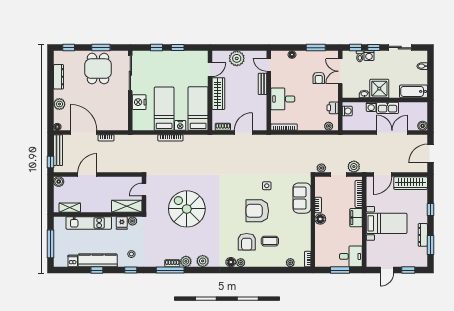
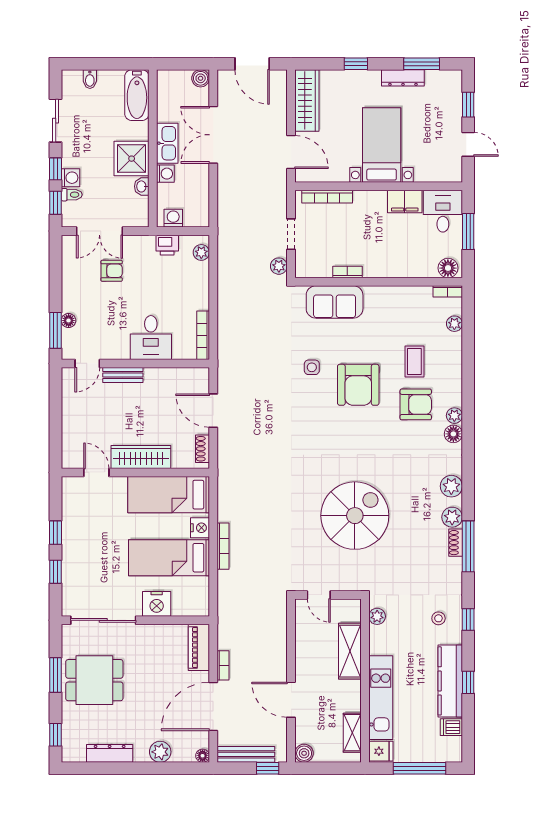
window: (316, 48) -> (56, 330), moved
plant: (237, 58) -> (76, 423), removed
piano: (116, 125) -> (199, 647), added
plant: (354, 167) -> (276, 206), removed
shelving: (127, 206) -> (350, 651), moved
spiral stairs: (187, 209) -> (355, 516), turned 180
filing cabinet: (356, 218) -> (405, 202), moved
floor lamp: (320, 219) -> (448, 268), moved
fridge: (122, 223) -> (381, 751), moved

